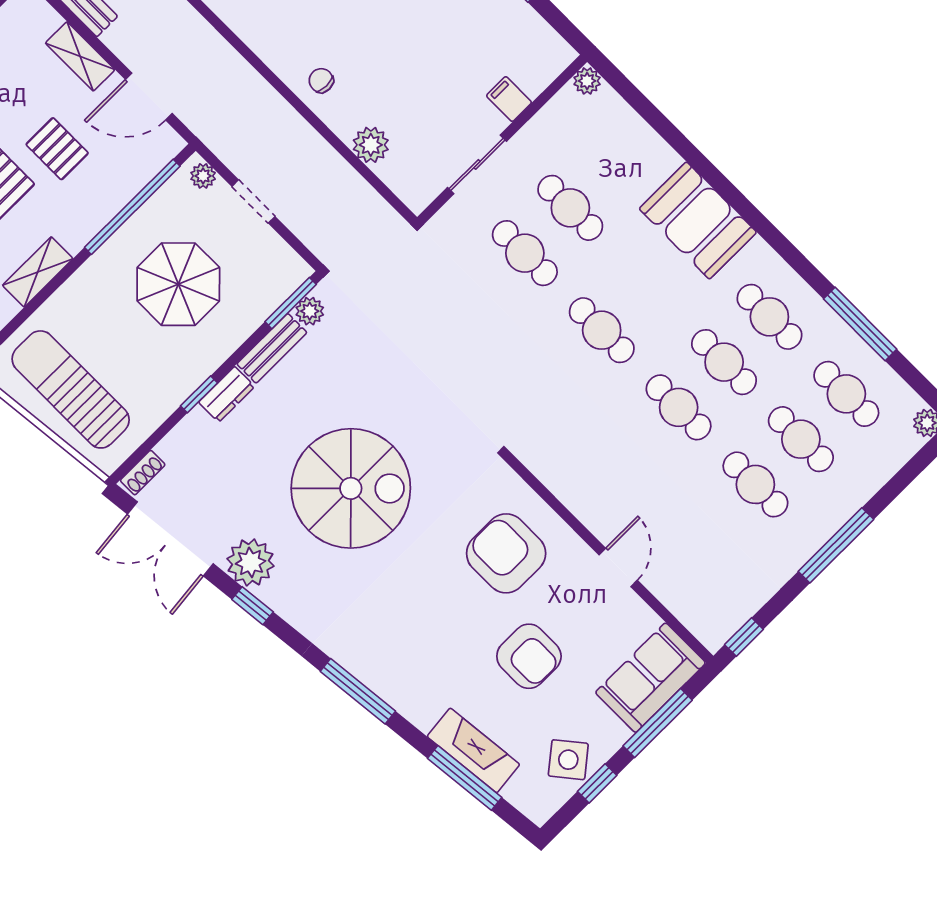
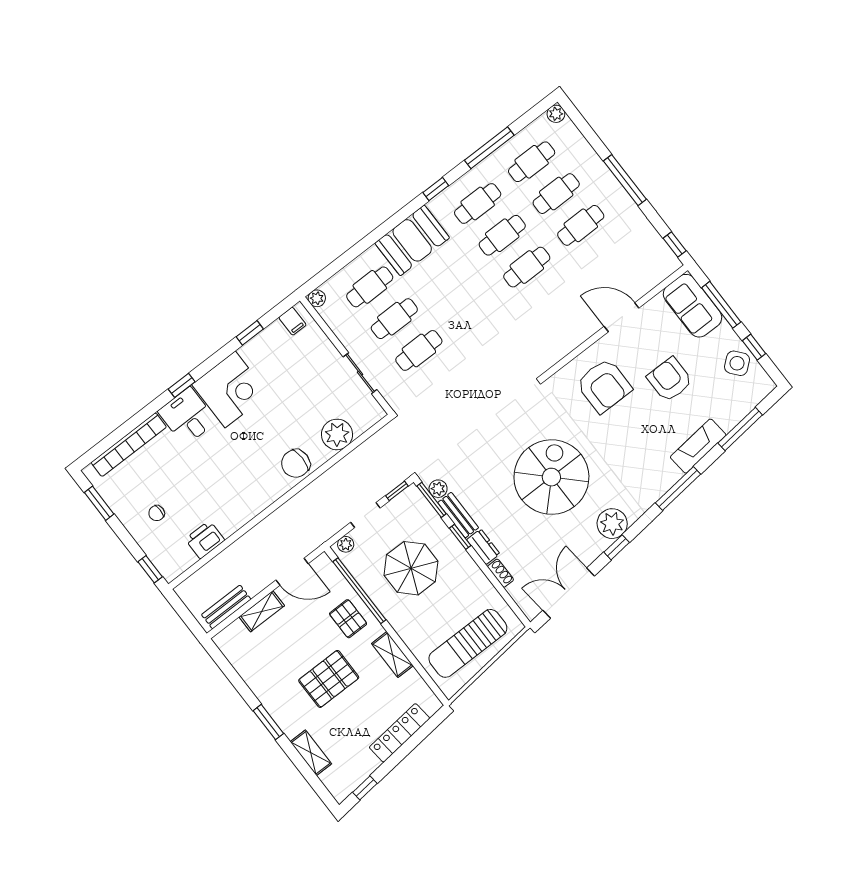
chair: (321, 81) -> (296, 463), width x1.87, depth x1.87
door: (149, 96) -> (292, 572), hinge flipped
filing cabinet: (509, 99) -> (292, 321), moved, turned -90
plant: (371, 145) -> (337, 434), width x1.36, depth x1.36
pallet: (57, 149) -> (348, 619), moved, turned 90
window: (298, 246) -> (397, 491), added
window: (784, 248) -> (436, 189), added
cafe table: (602, 330) -> (370, 287), moved
window: (199, 394) -> (460, 537), moved
shoe rack: (143, 473) -> (501, 573), moved
double door: (170, 539) -> (569, 593), swing flipped
armchair: (506, 553) -> (604, 386), turned -90
plant: (250, 562) -> (612, 524), moved
door: (618, 567) -> (622, 317), width x1.38
armchair: (529, 656) -> (670, 380), turned -90
fireplace: (473, 750) -> (698, 446), moved

